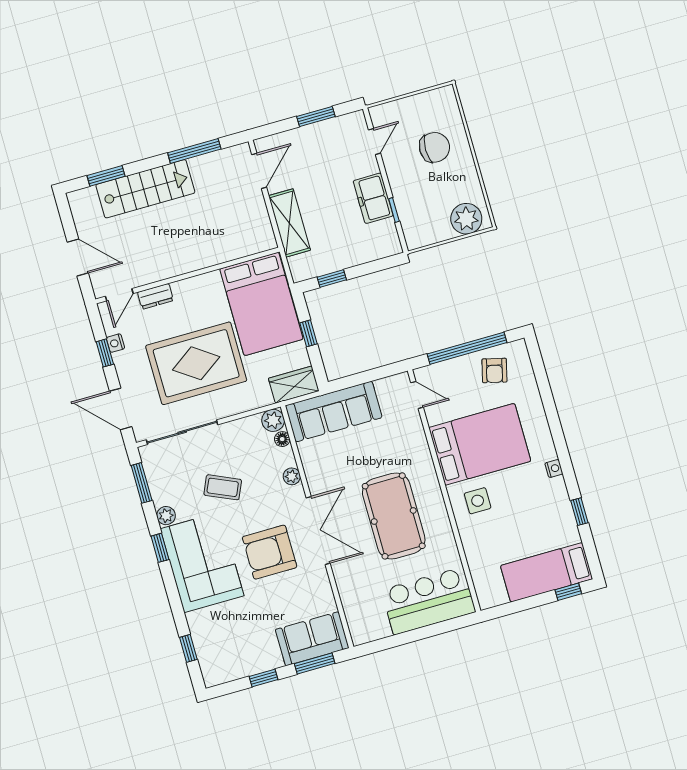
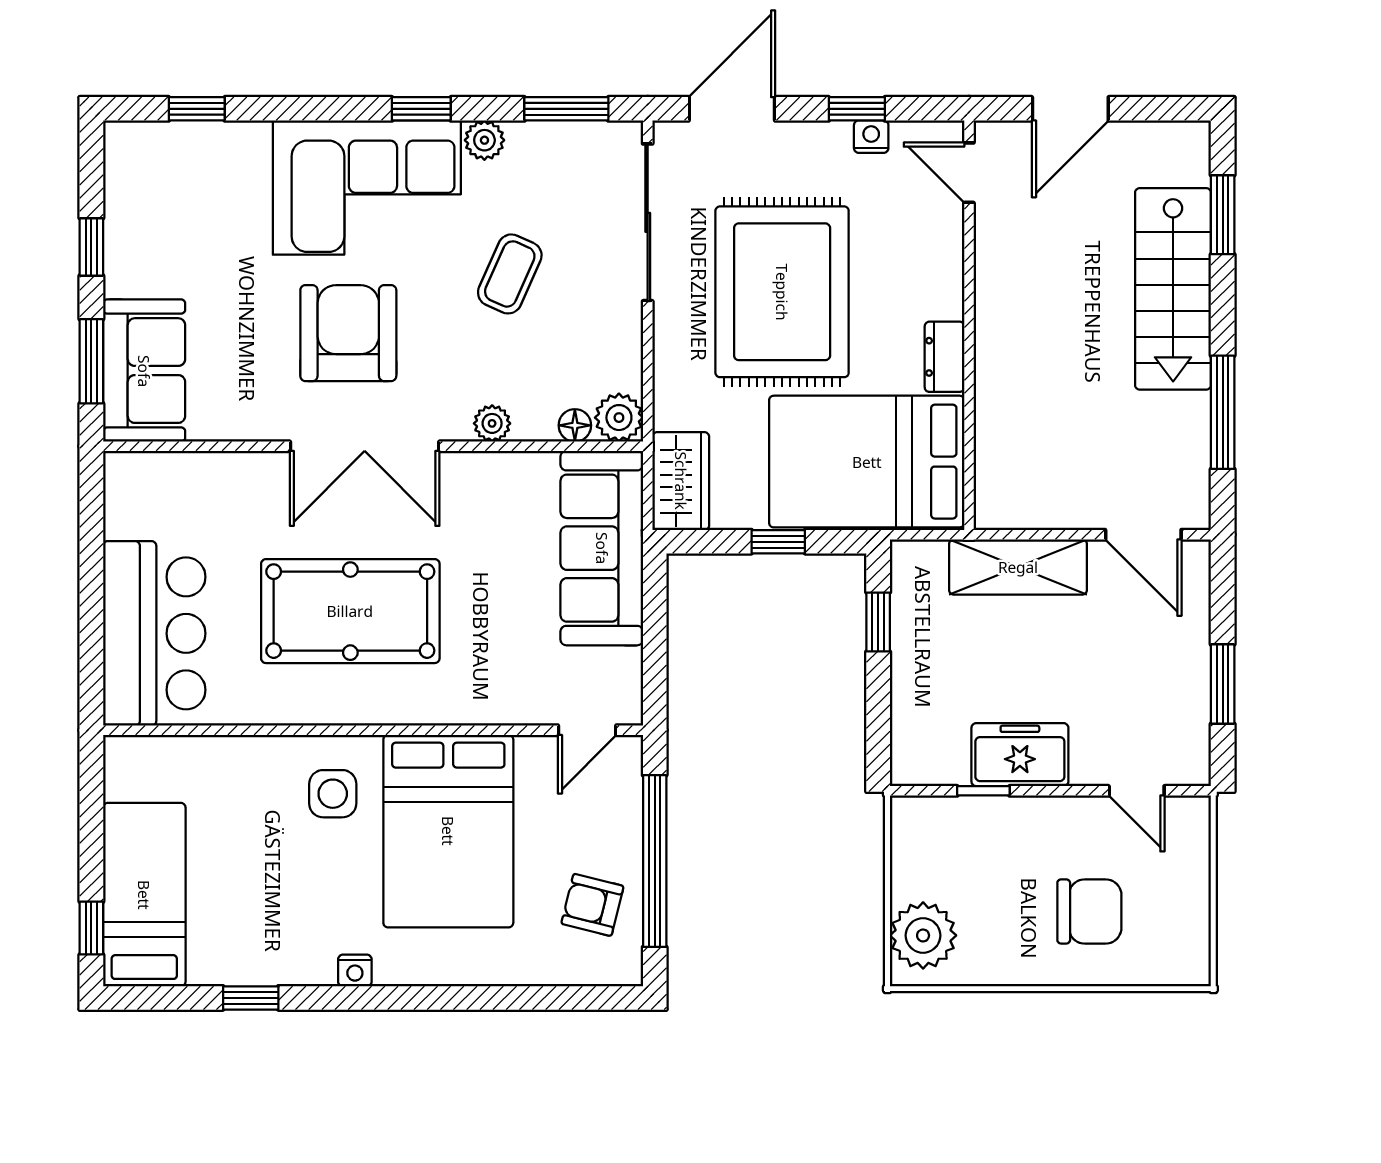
chair: (434, 147) -> (1089, 911), turned -90
dresser: (155, 296) -> (944, 357), moved

